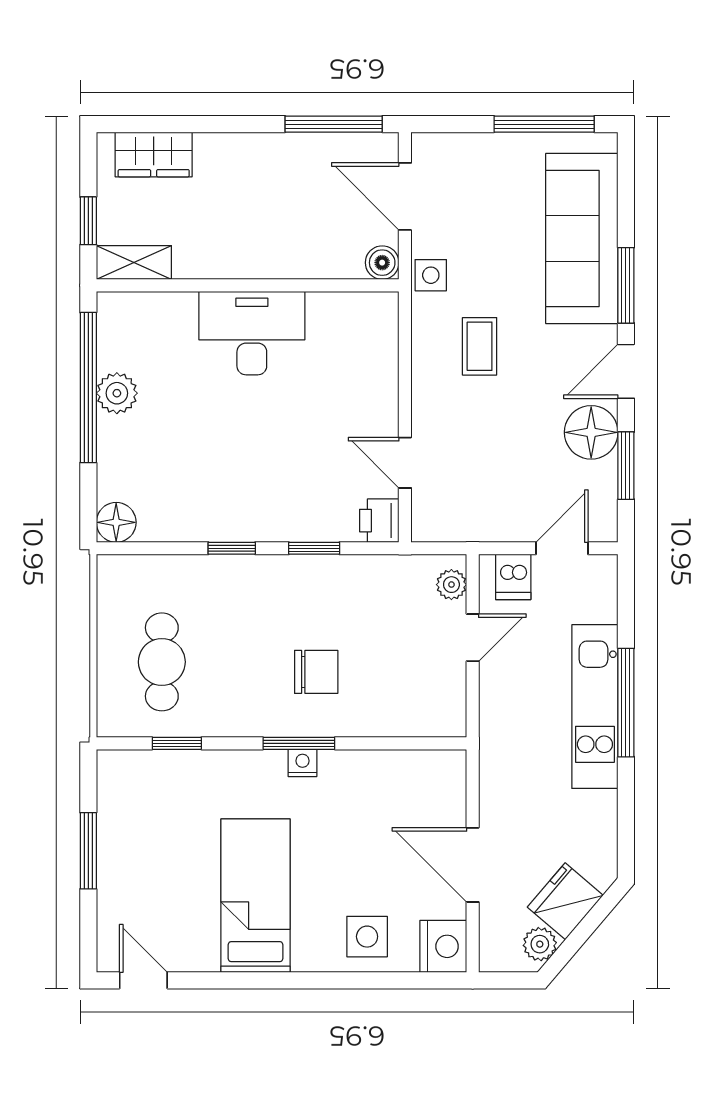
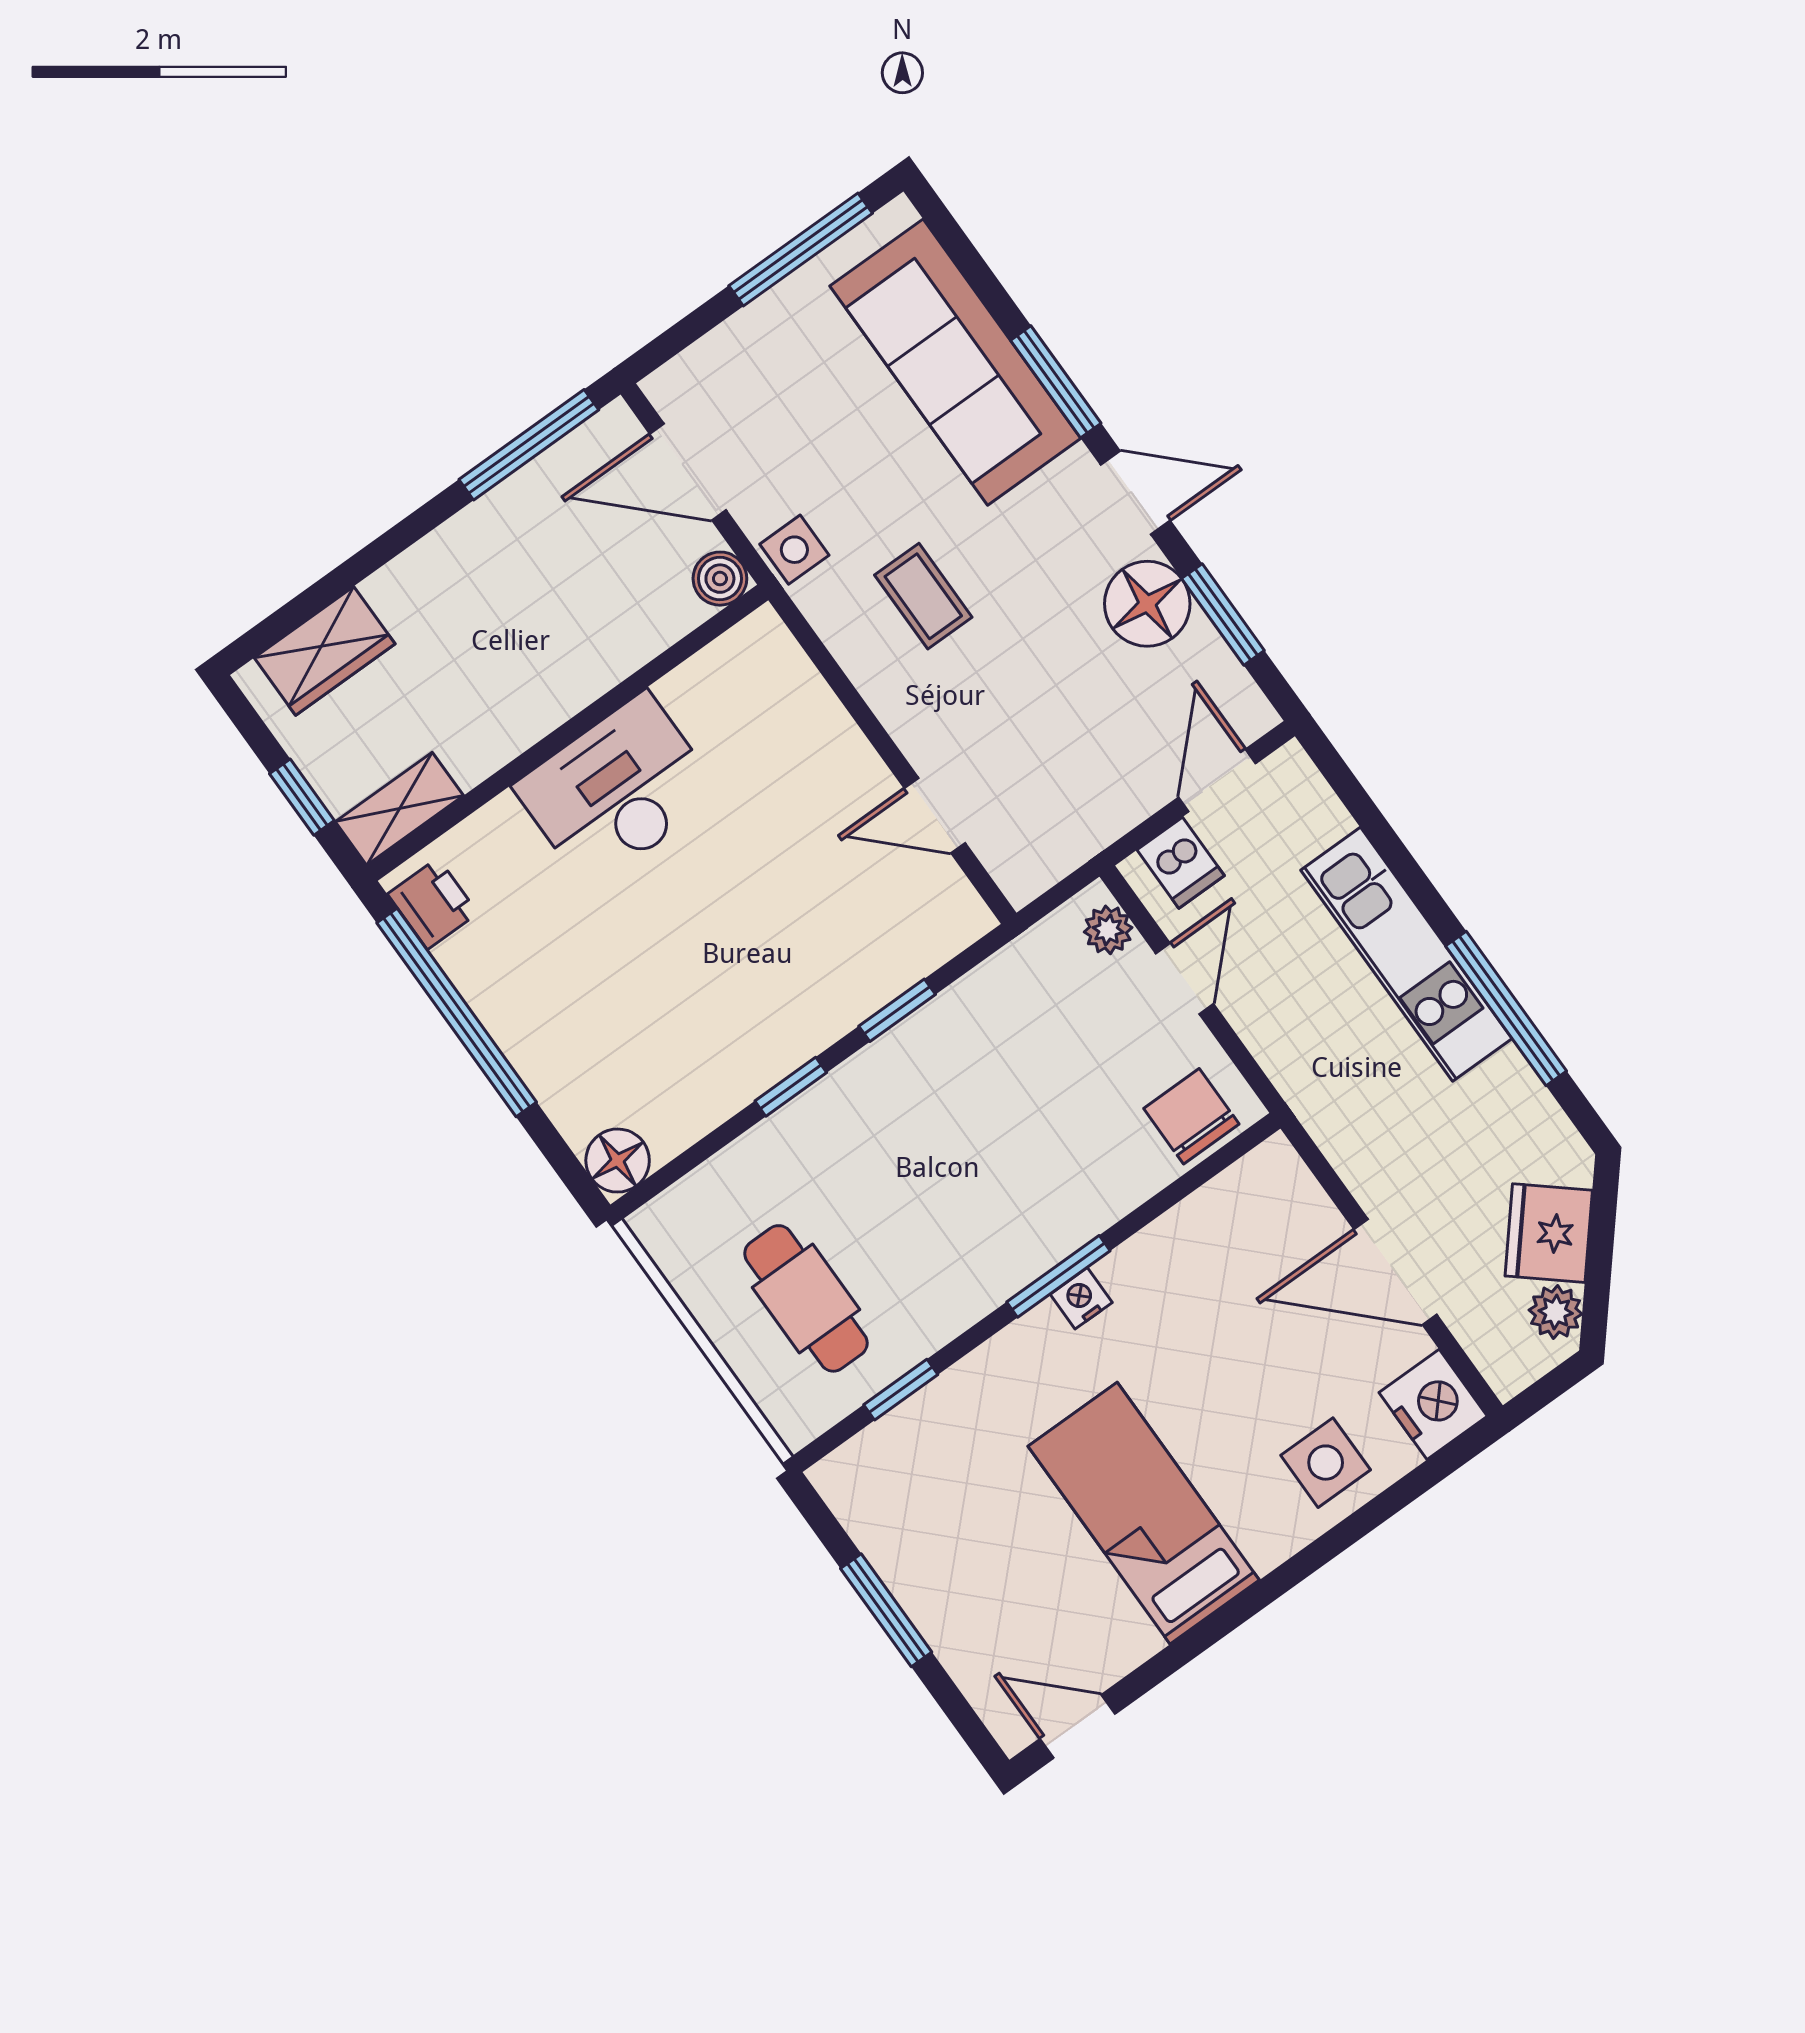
door: (626, 371) -> (1135, 493), swing flipped
plant: (117, 393) -> (499, 993), removed
printer: (379, 521) -> (433, 904), moved, turned 180
chair: (316, 672) -> (1191, 1116), moved, turned -90
window: (626, 703) -> (1506, 1009), moved

